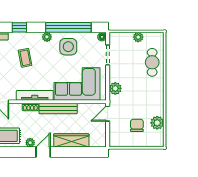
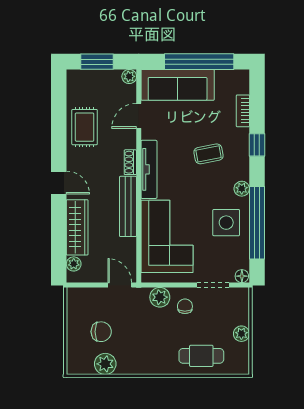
chair: (121, 73) -> (185, 306), added
plant: (30, 143) -> (74, 264), moved

